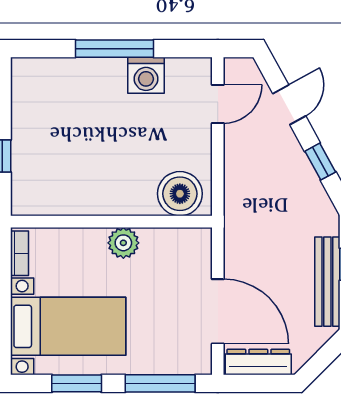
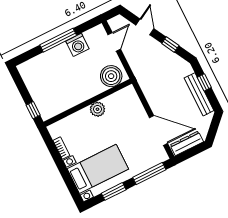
boiler: (180, 194) -> (111, 76), moved
wall: (111, 222) -> (88, 103), moved
plant: (123, 243) -> (97, 109), moved

